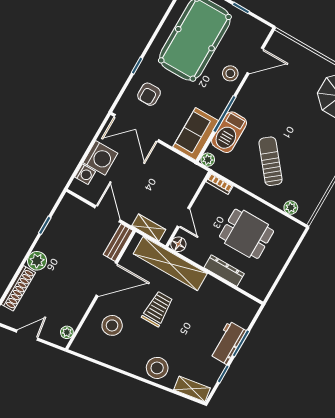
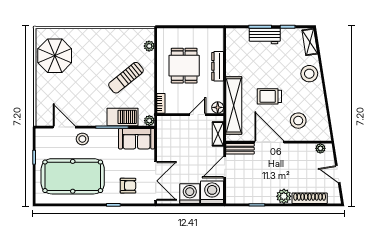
washing machine: (85, 174) -> (212, 192), width x1.89, depth x1.89

